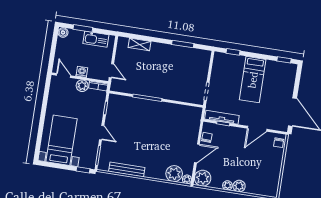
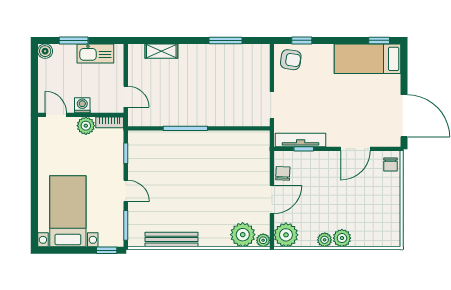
armchair: (224, 63) -> (291, 60), added
bed: (253, 80) -> (367, 59), moved, turned 90

